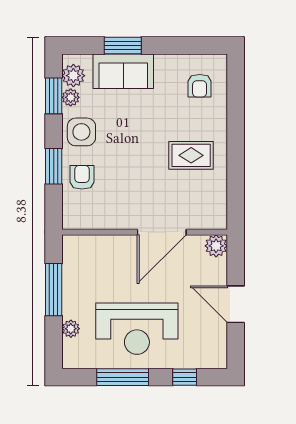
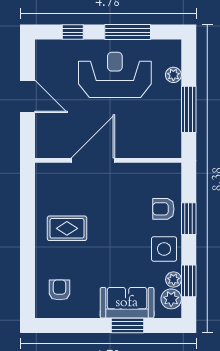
armchair: (82, 177) -> (163, 209), turned 90
plant: (216, 246) -> (45, 148), removed

